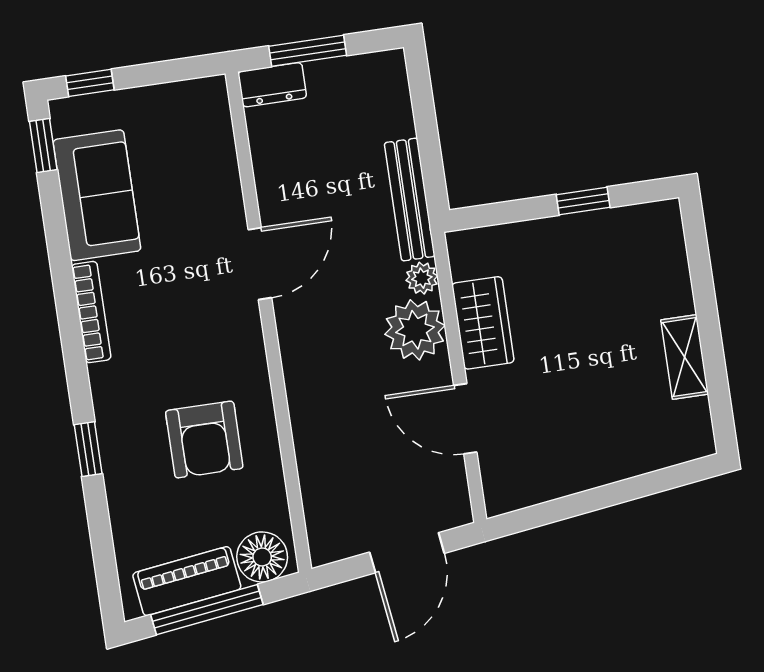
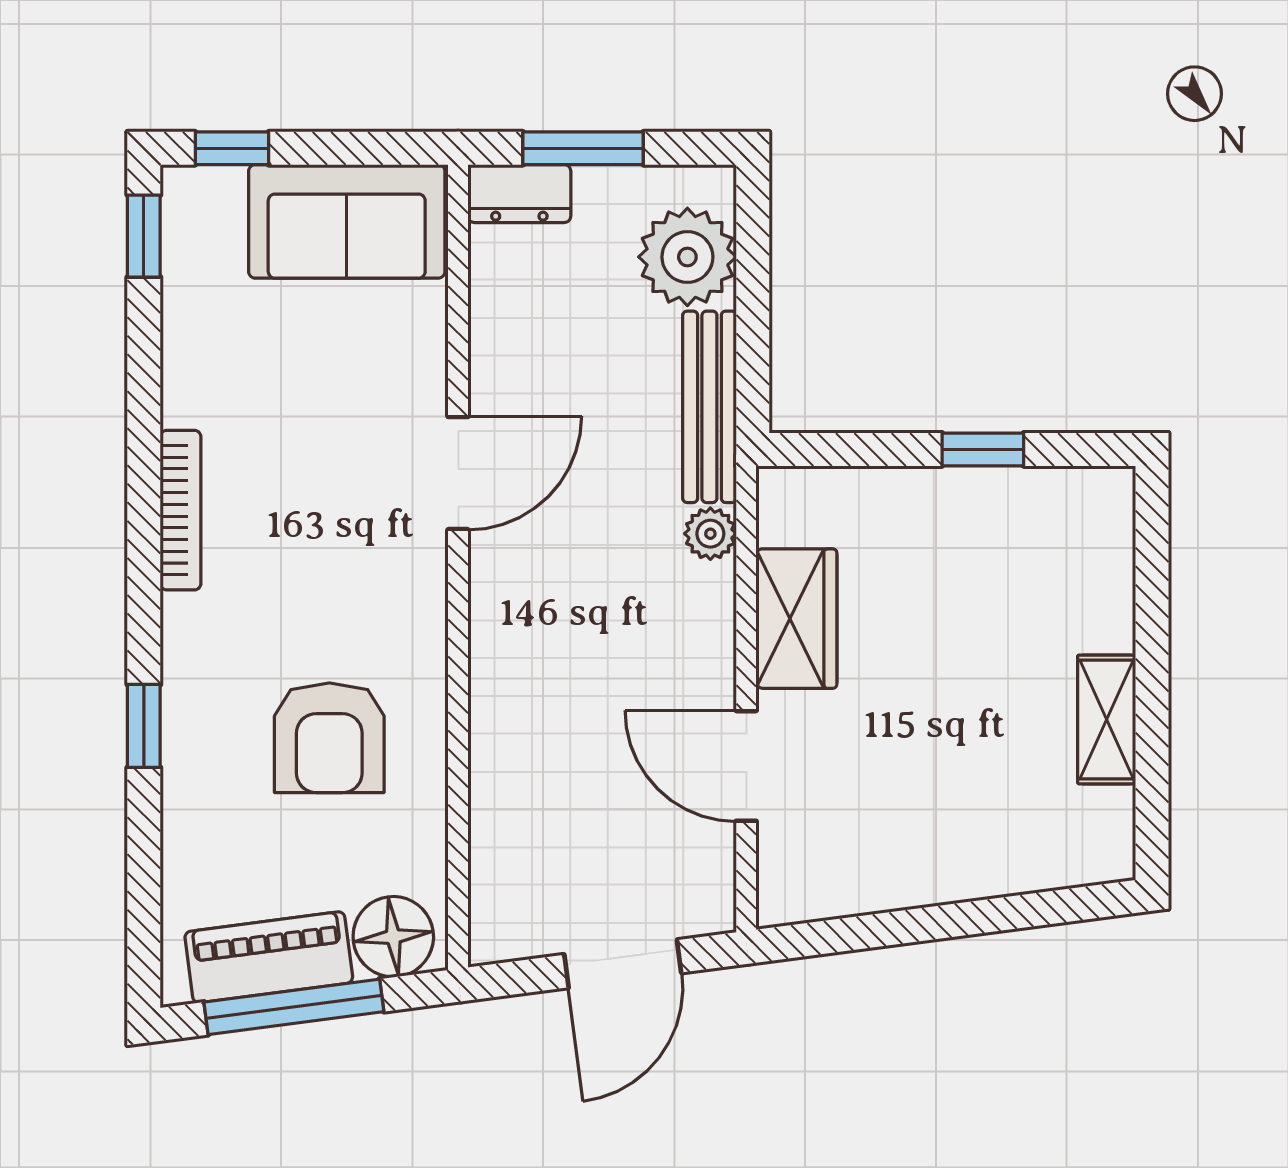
sofa: (97, 195) -> (347, 221), moved, turned 90
plant: (415, 330) -> (687, 257), moved

